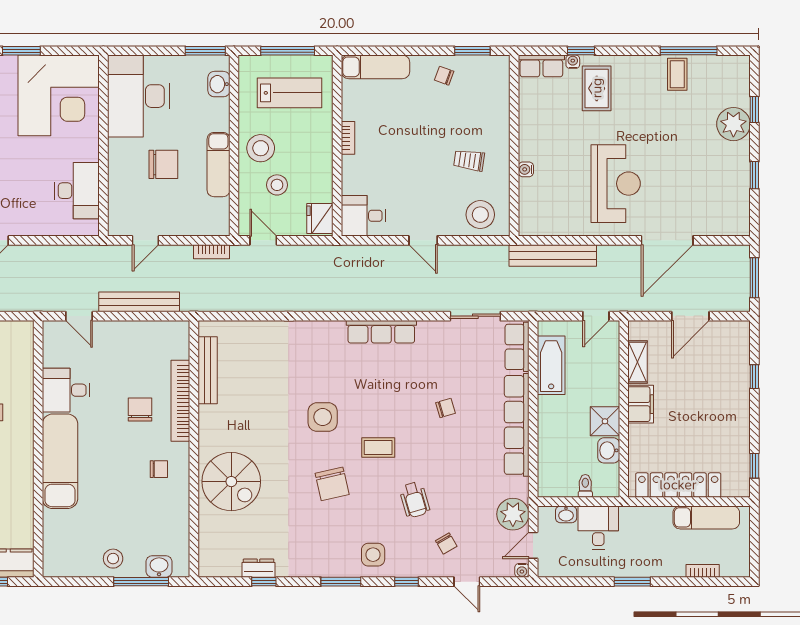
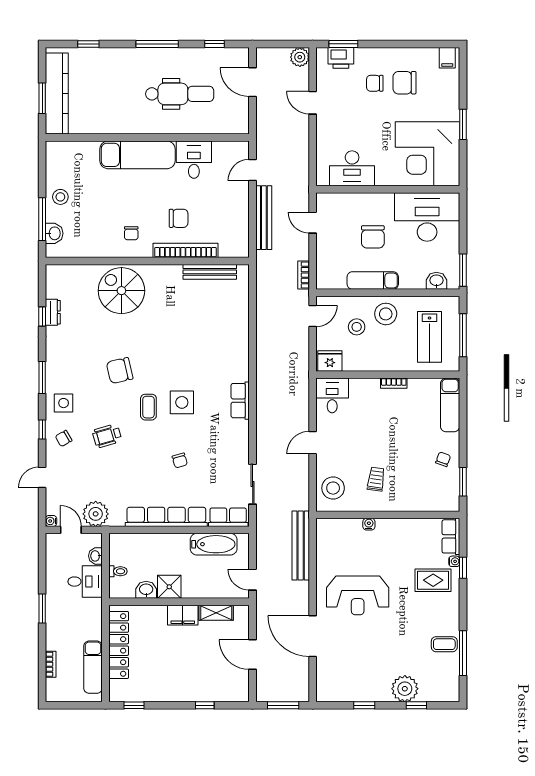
row of seats: (381, 332) -> (240, 401), width x0.68
side table: (323, 417) -> (182, 402), moved
spiral stairs: (231, 482) -> (121, 291), turned 90
chair: (446, 544) -> (64, 438), moved

